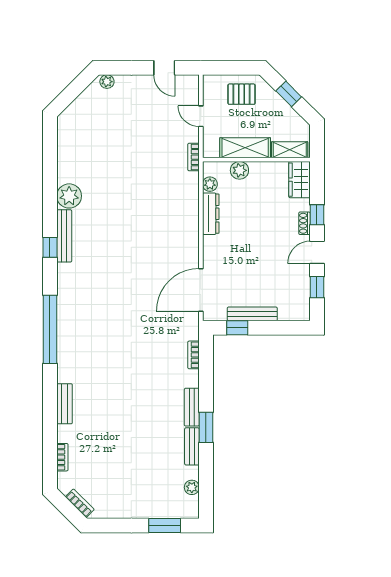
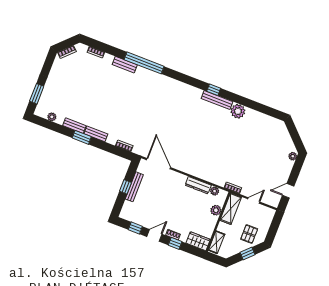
pallet: (242, 94) -> (249, 234), moved
shelving: (245, 148) -> (231, 209), moved
door: (317, 252) -> (154, 235), hinge flipped
window: (237, 328) -> (126, 187), moved
window: (50, 329) -> (144, 63), moved

